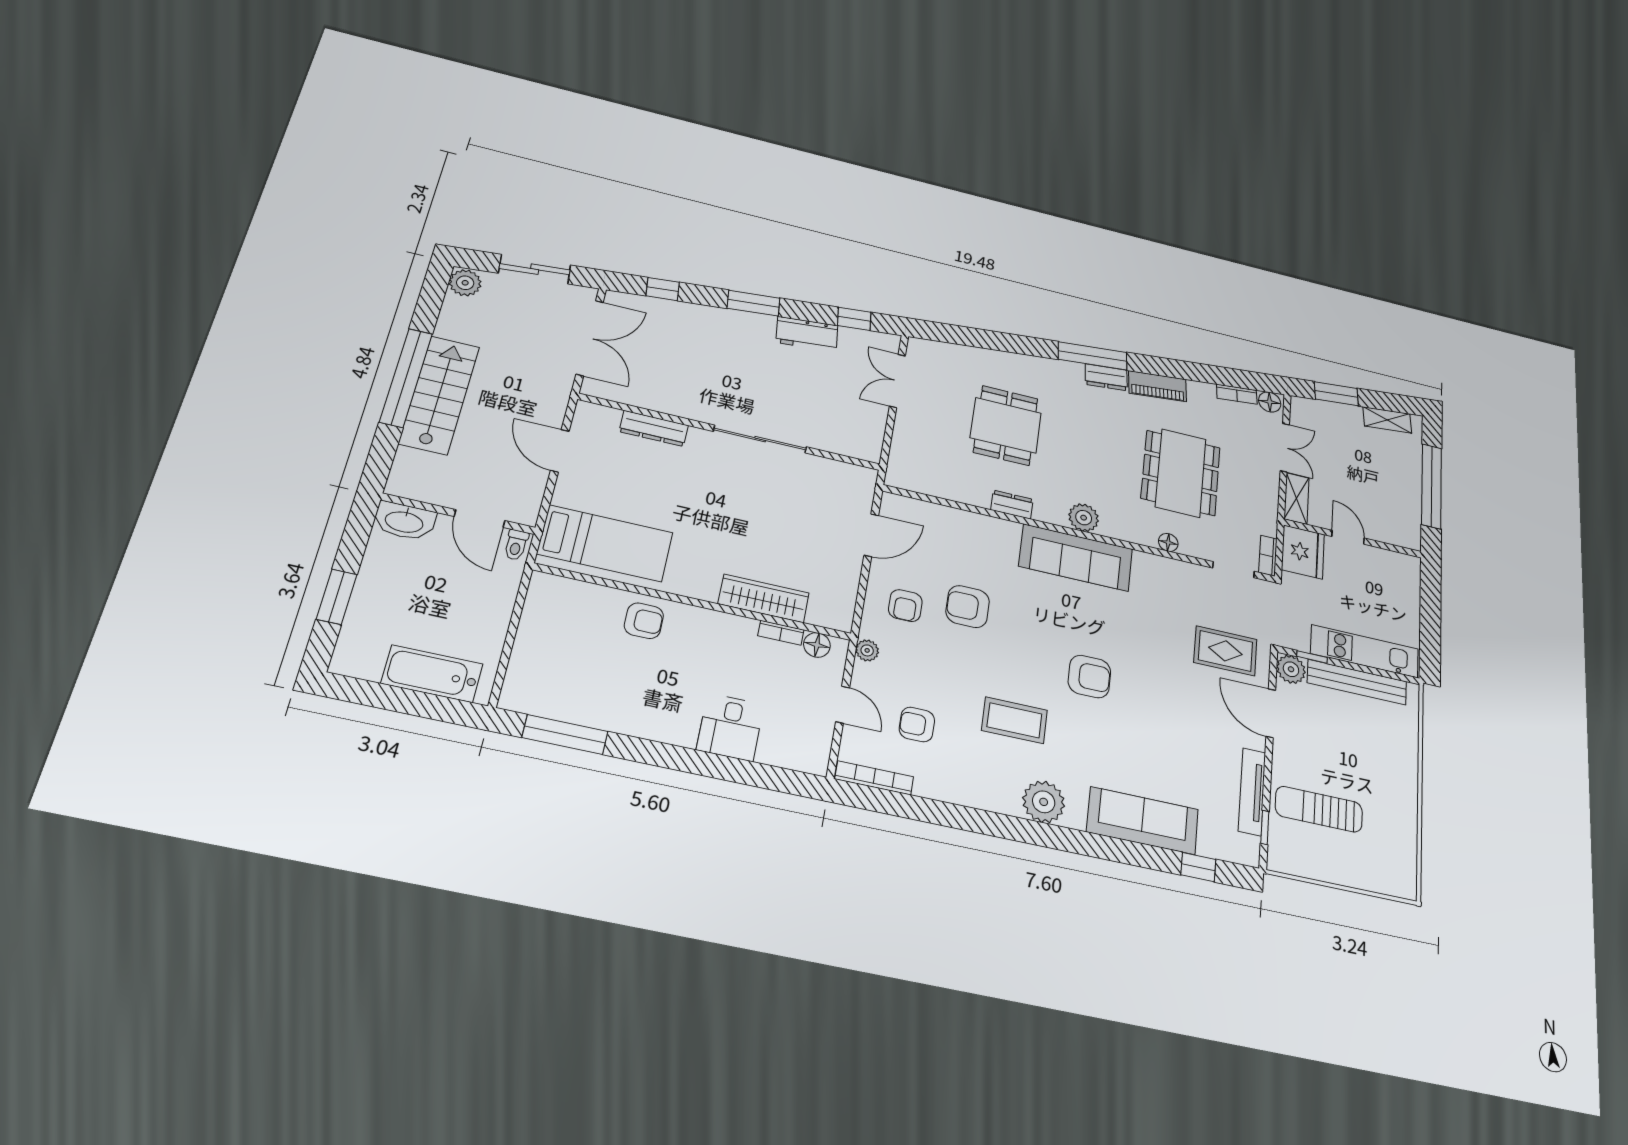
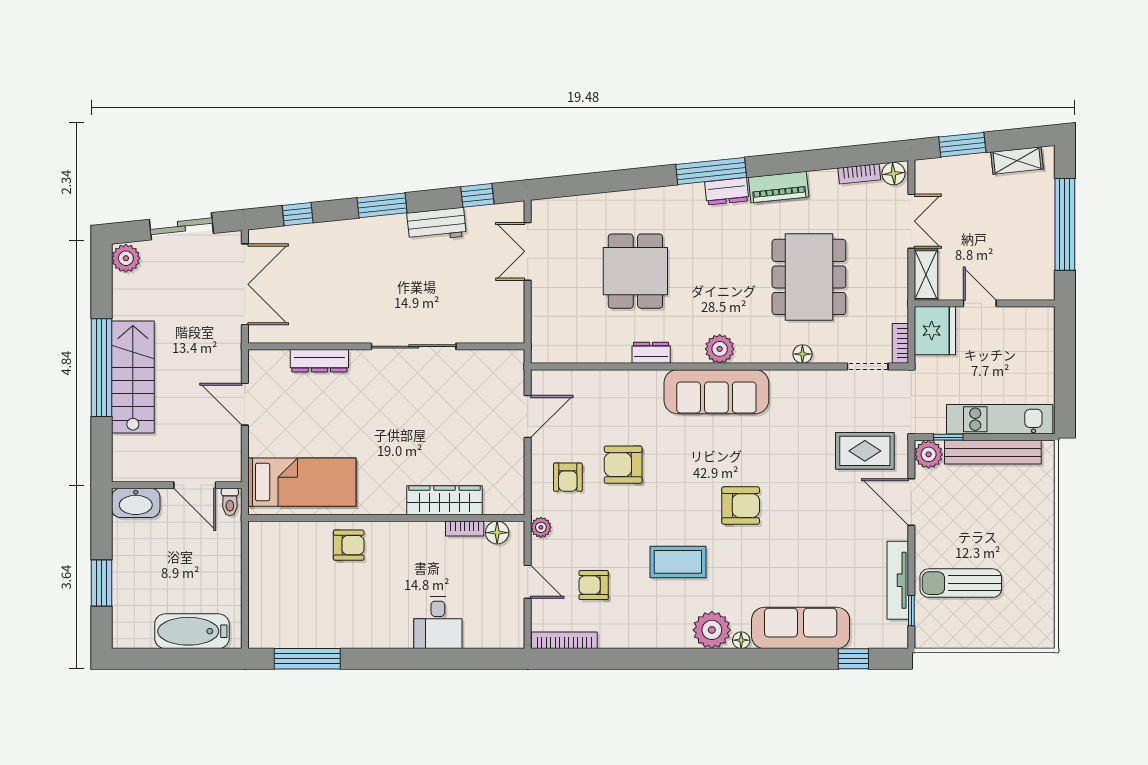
floor lamp: (1075, 820) -> (741, 640), added

